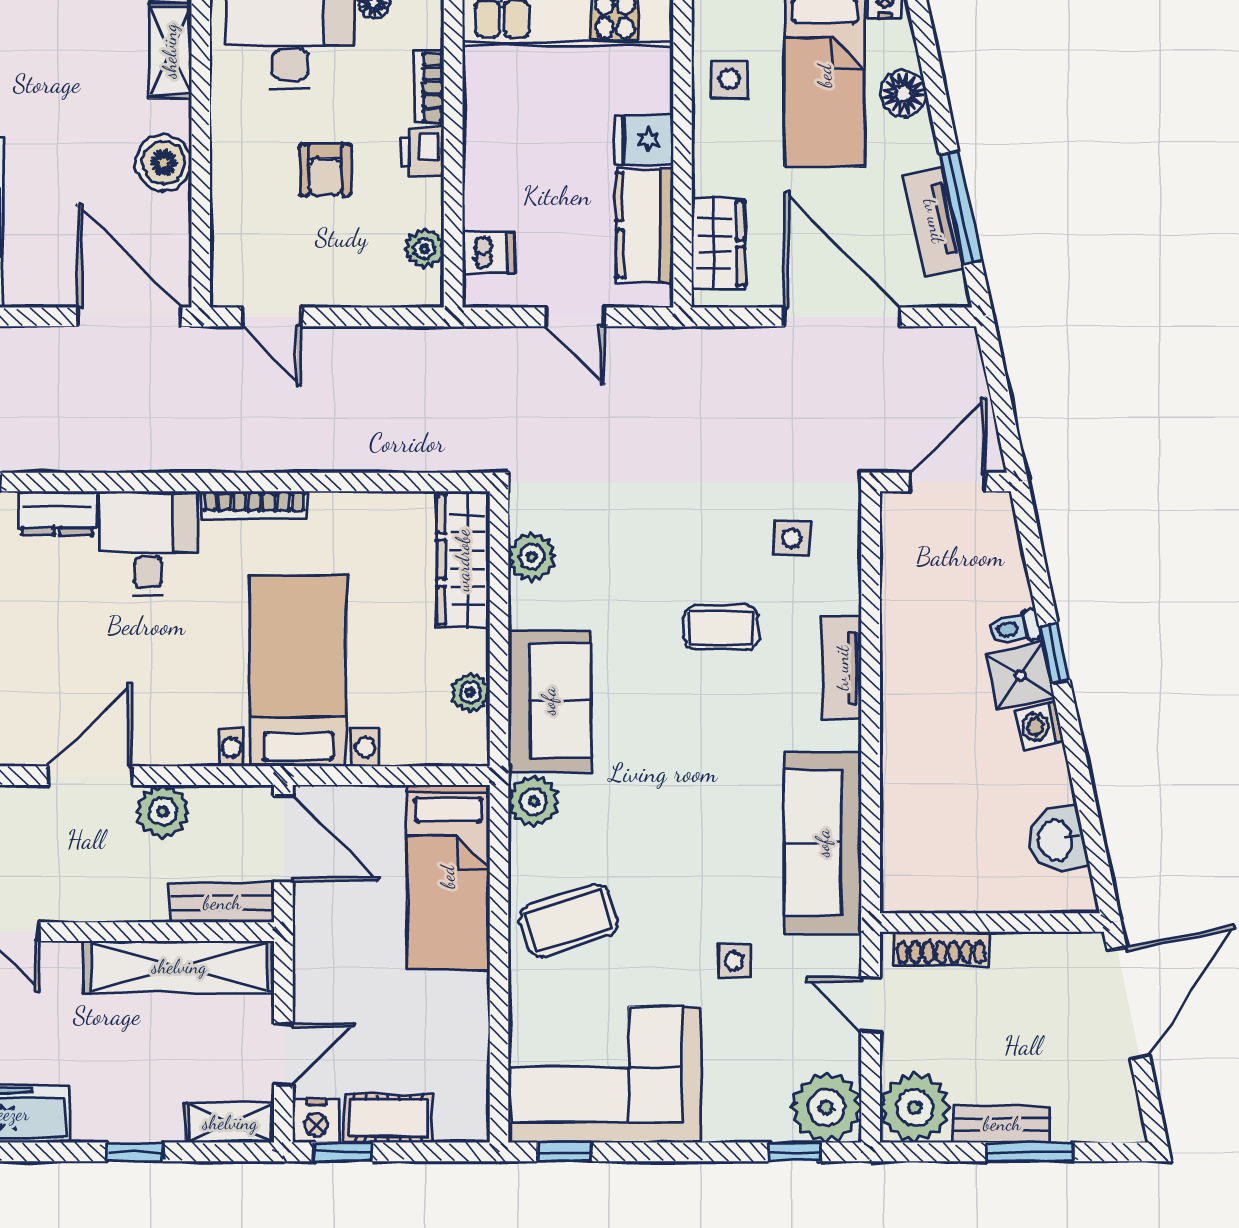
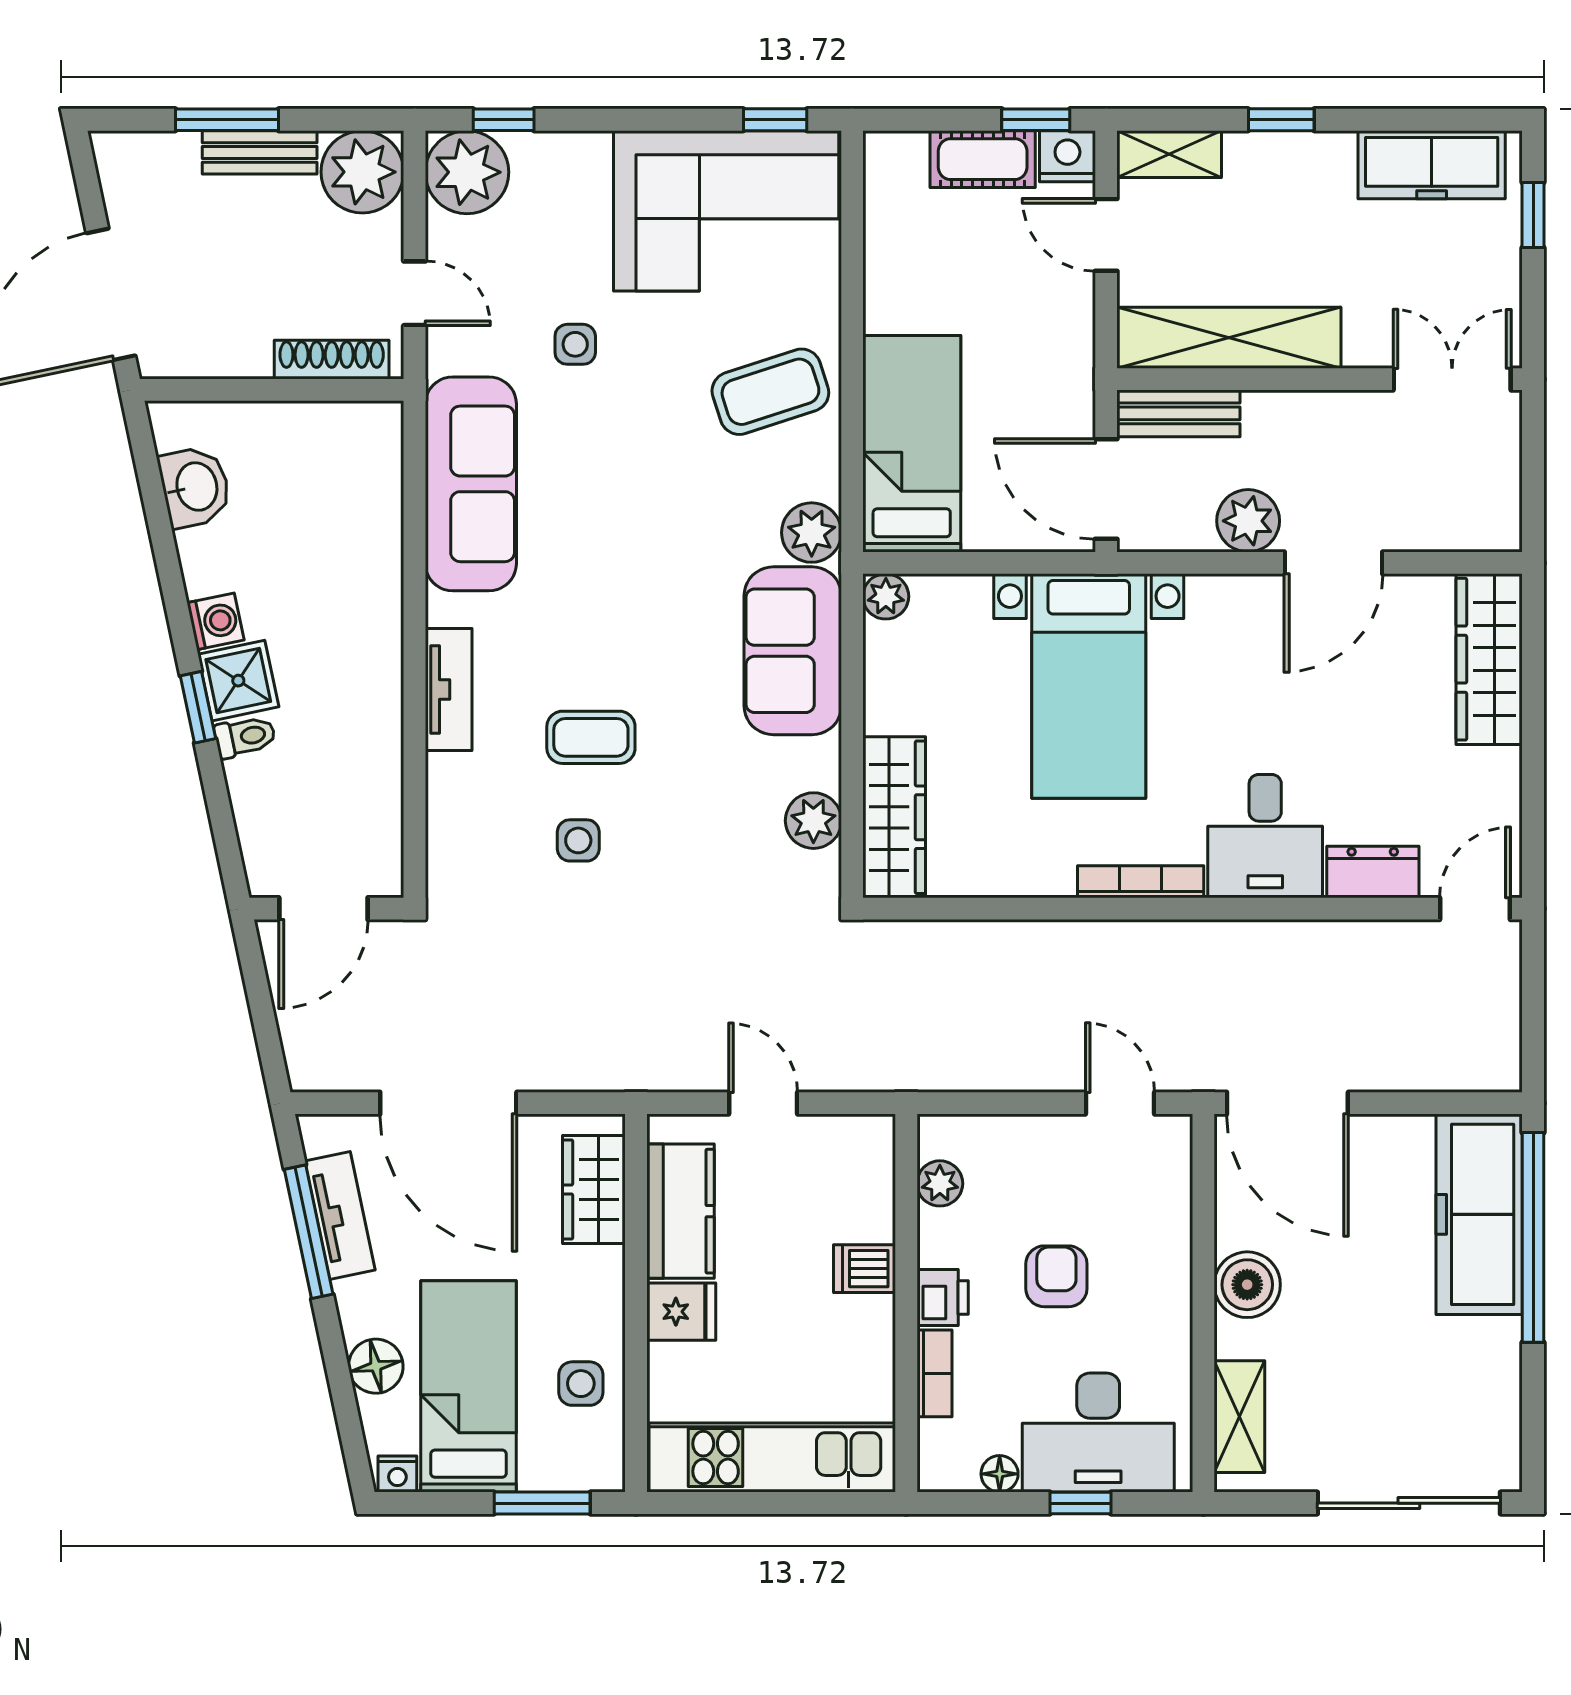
dishwasher: (489, 253) -> (865, 1269), moved
side table: (792, 538) -> (578, 840), moved
plant: (470, 693) -> (886, 596), moved
door: (283, 1054) -> (1106, 235), hinge flipped

